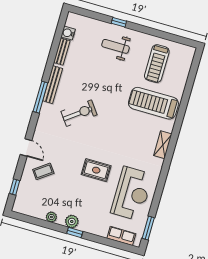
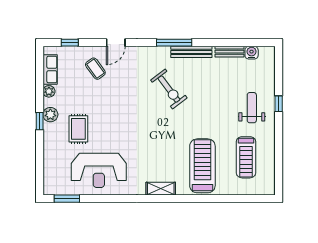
treadmill: (157, 64) -> (246, 157), turned -90
rug: (96, 170) -> (78, 129), moved
row of seats: (121, 236) -> (50, 70), moved

